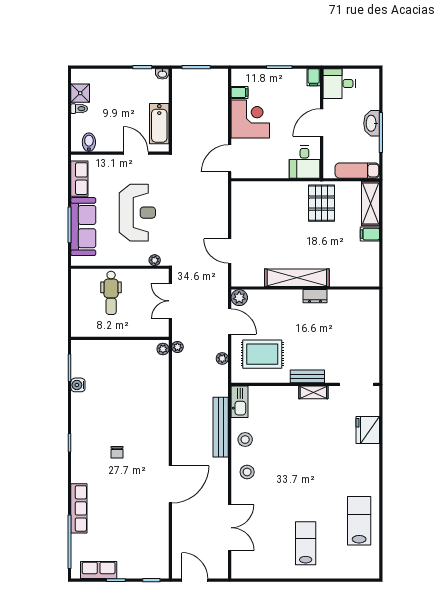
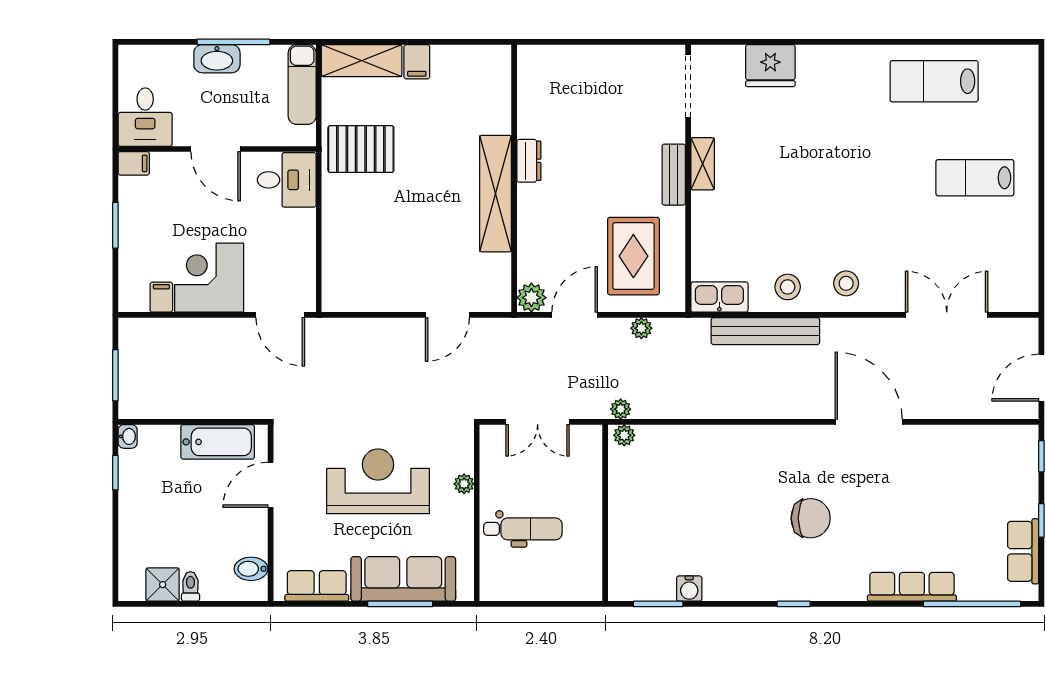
plant: (155, 260) -> (464, 484), moved
chair: (117, 452) -> (811, 518), width x1.87, depth x1.87

